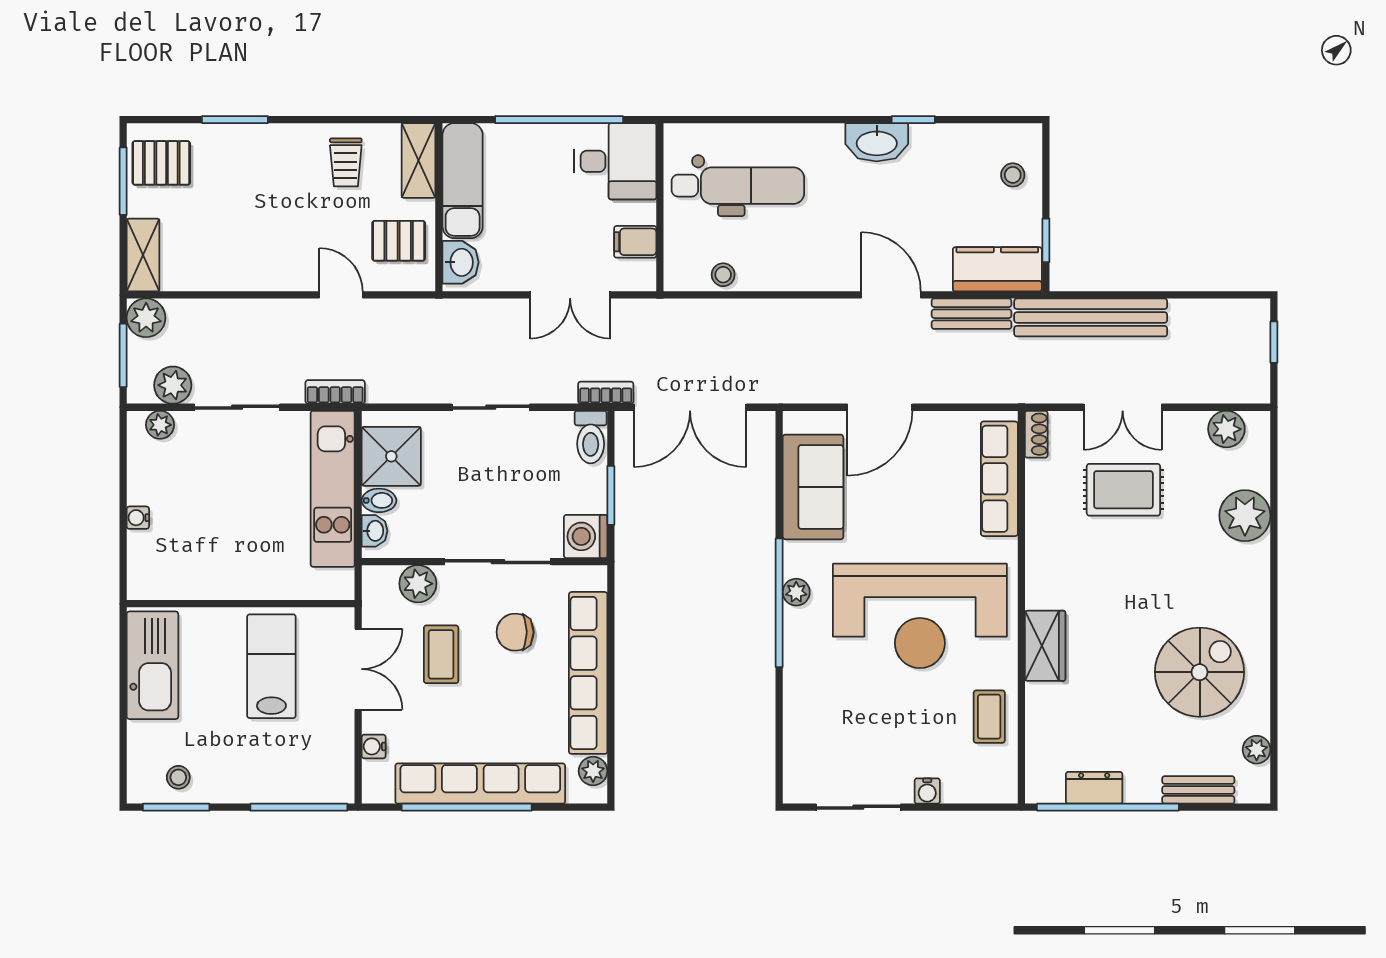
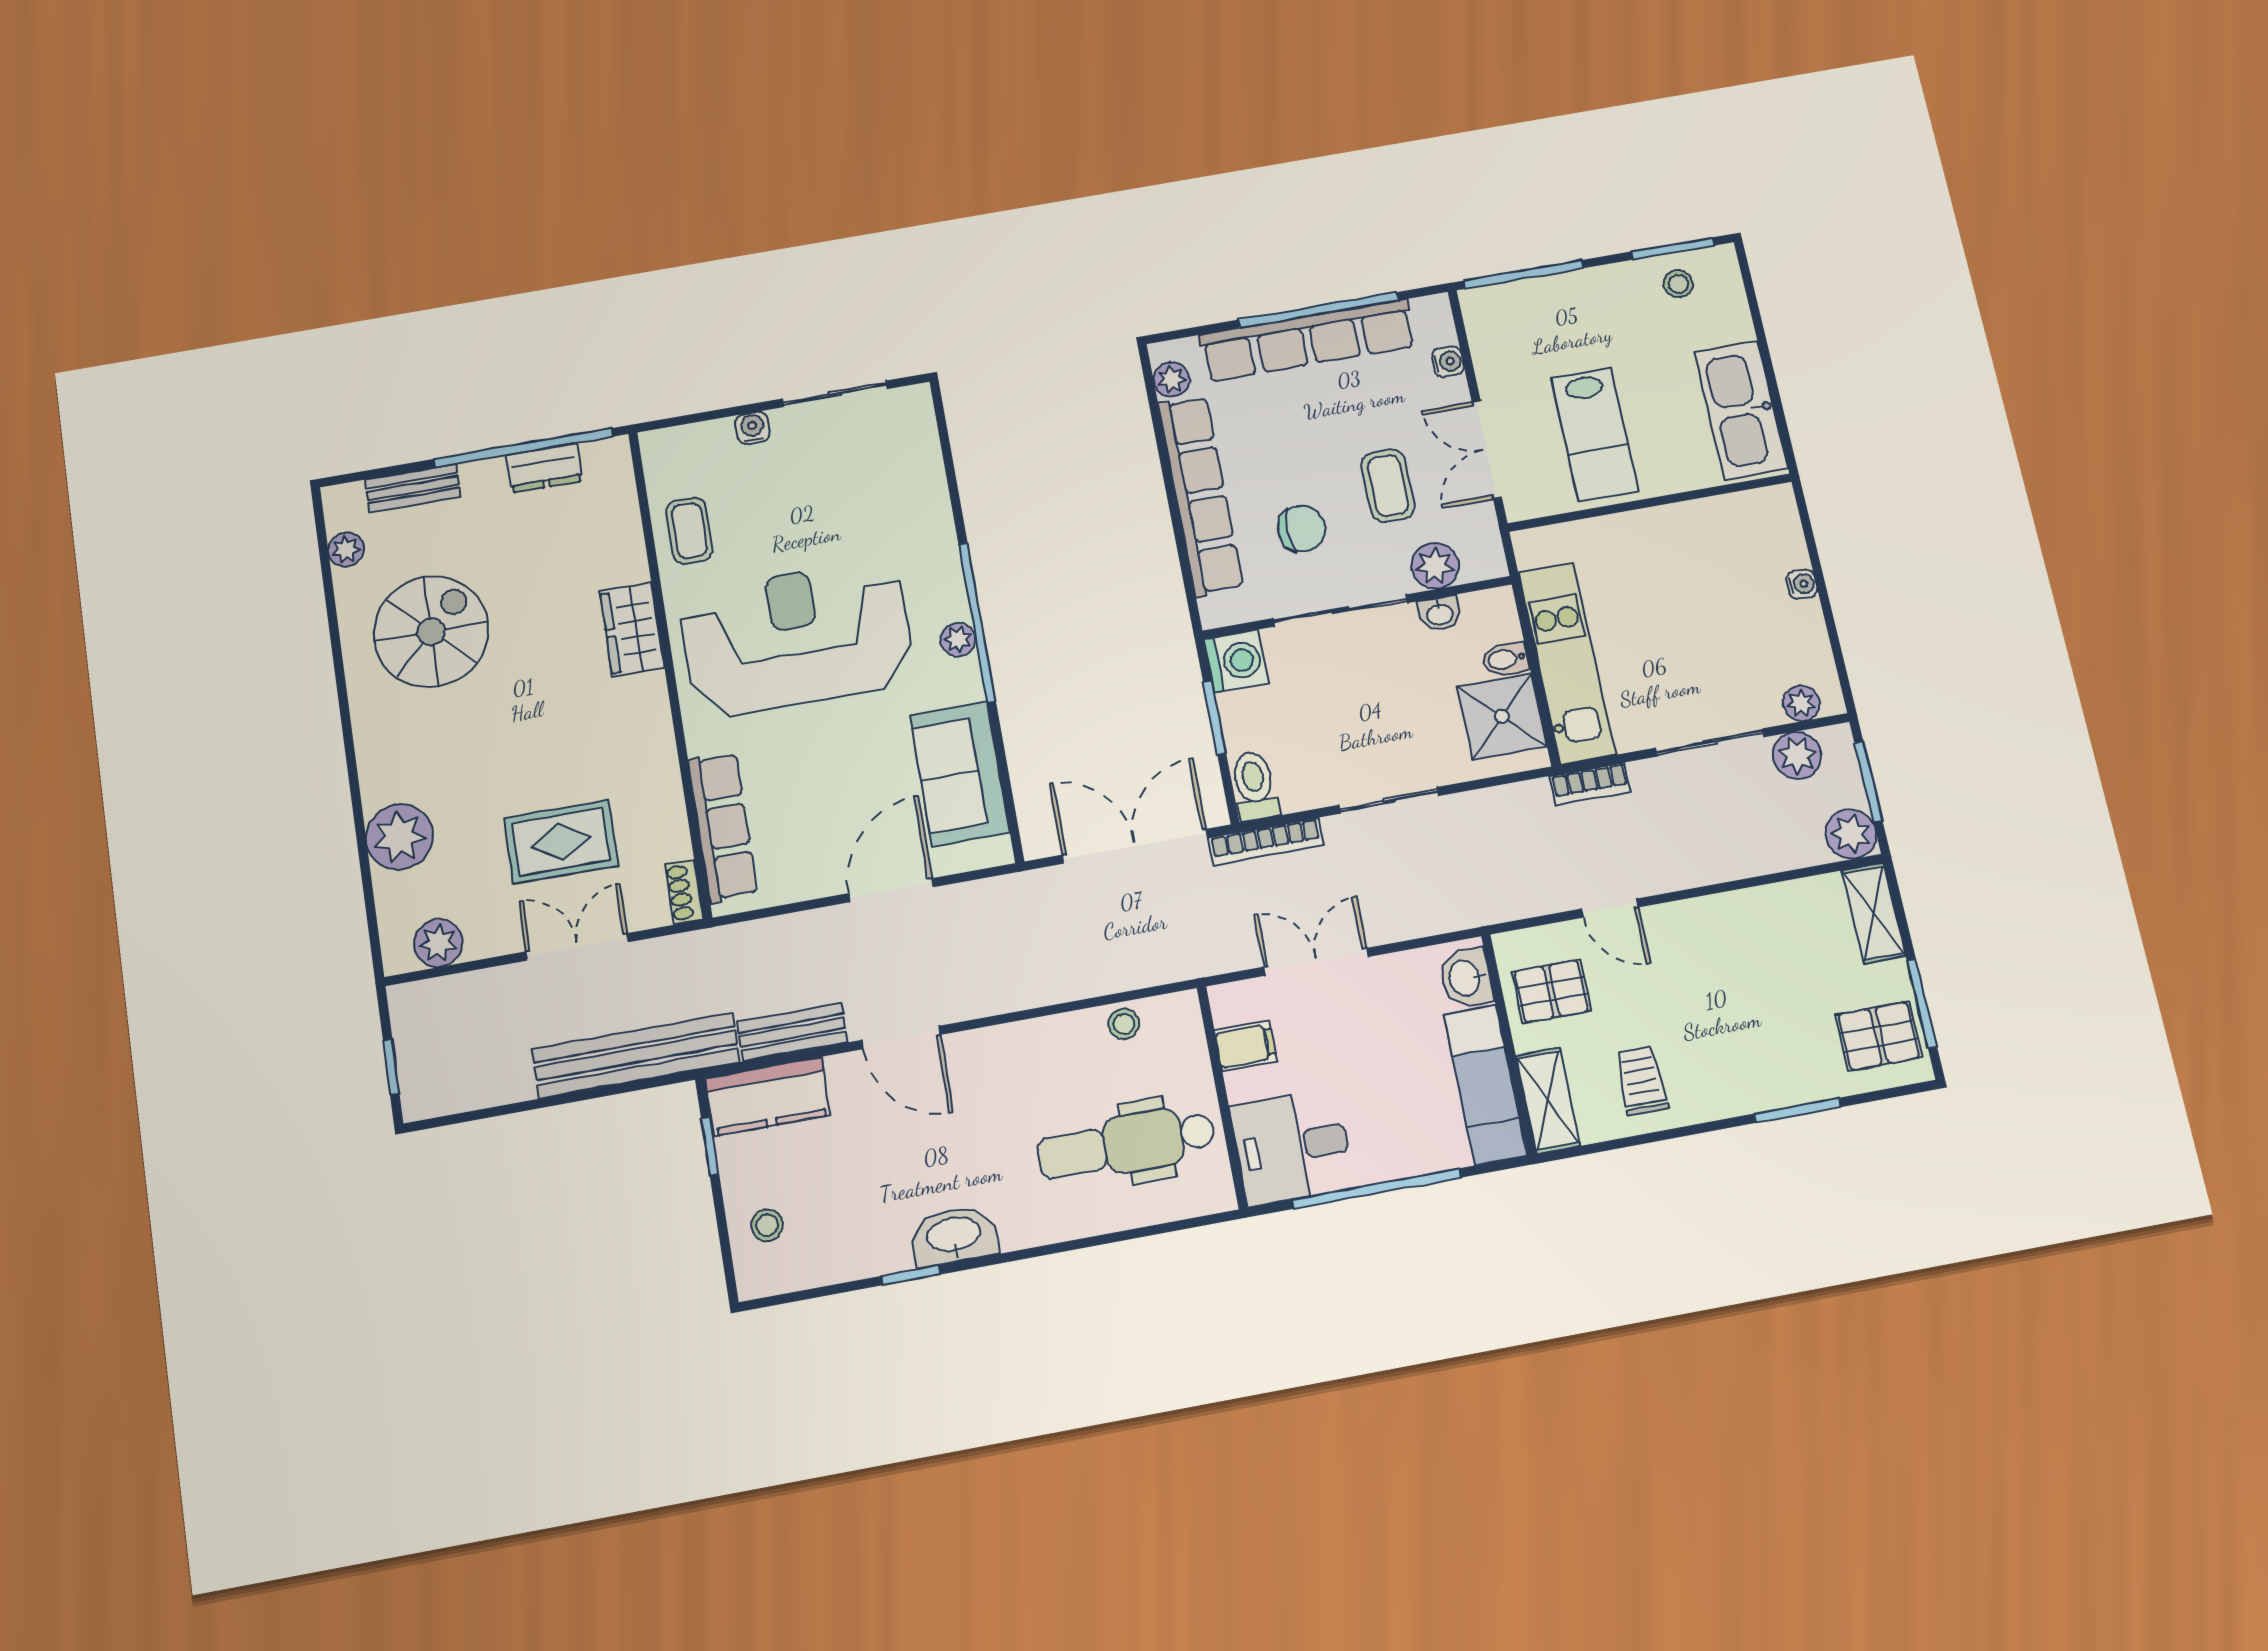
bookcase: (606, 393) -> (1266, 842), width x1.56
washbasin: (375, 531) -> (1440, 614), moved, turned -90
spiral stairs: (1200, 672) -> (431, 632), turned 180

